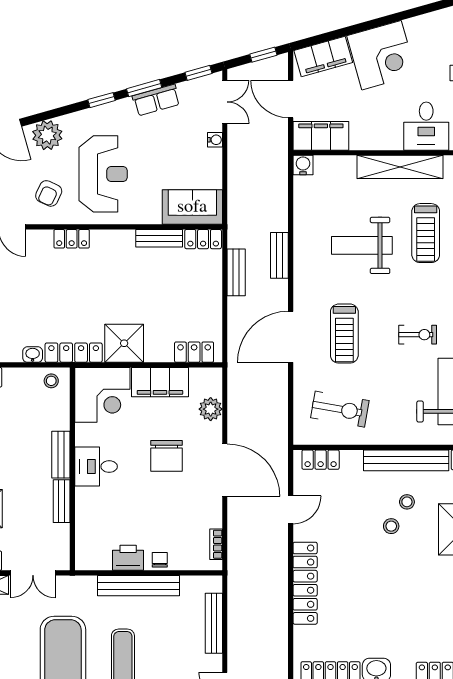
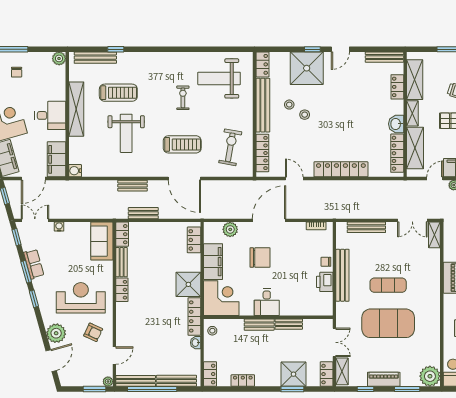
desk: (426, 126) -> (50, 115), moved
locker: (72, 239) -> (122, 290), moved
locker: (321, 460) -> (262, 153), width x1.53

